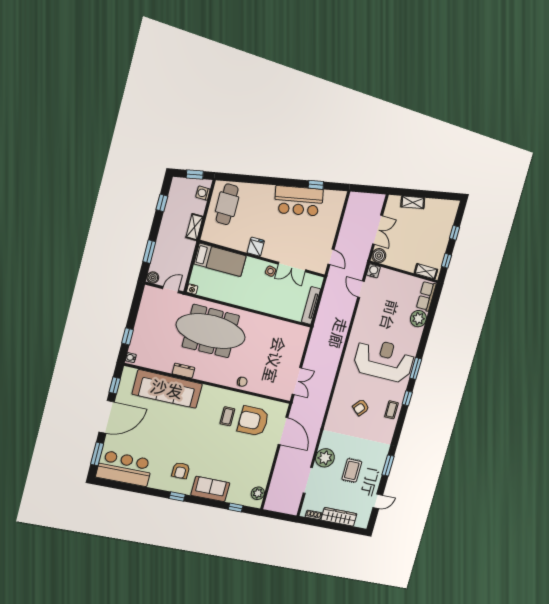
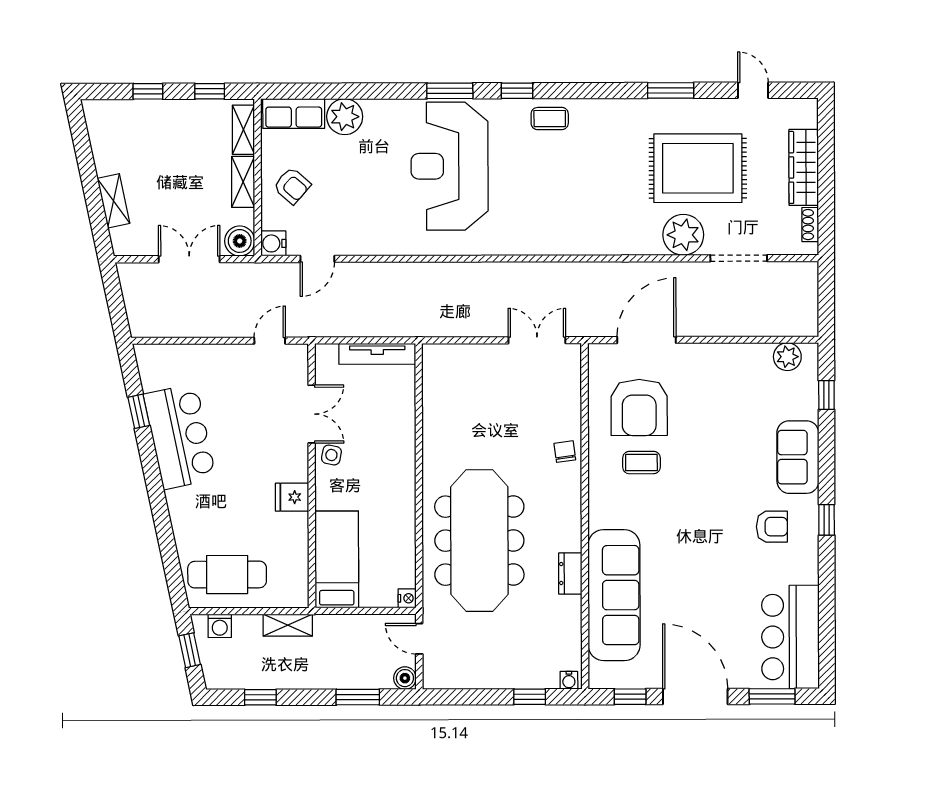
shelving: (404, 265) -> (243, 182), added
armchair: (361, 407) -> (292, 186), moved
rug: (352, 470) -> (698, 168), width x1.86, depth x2.06

